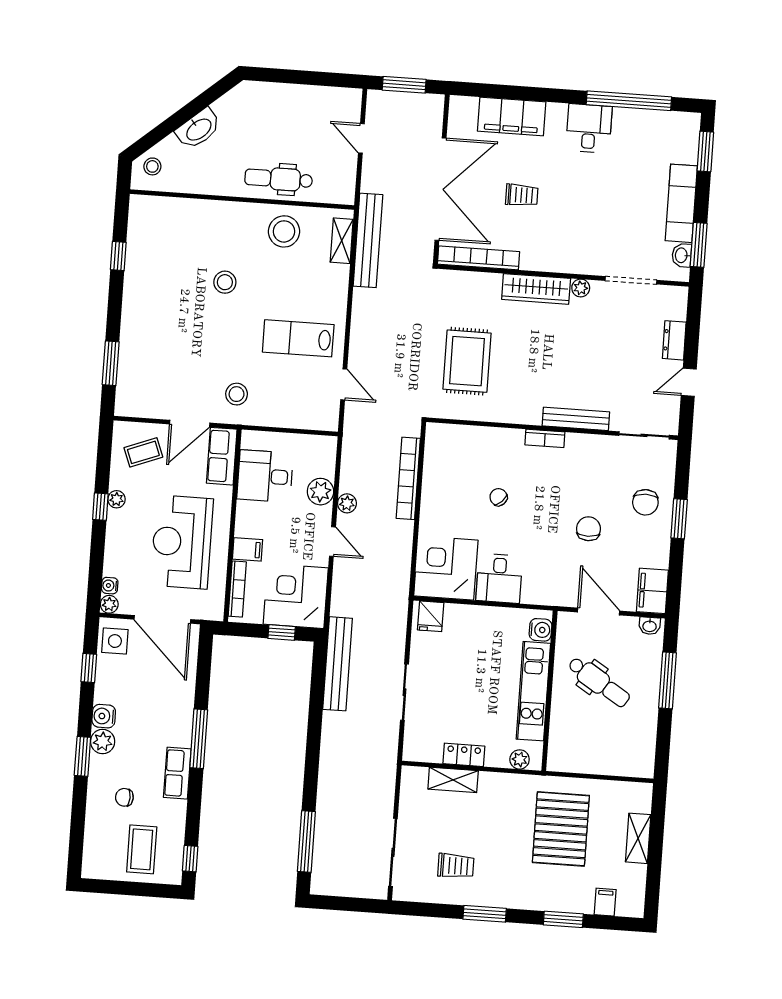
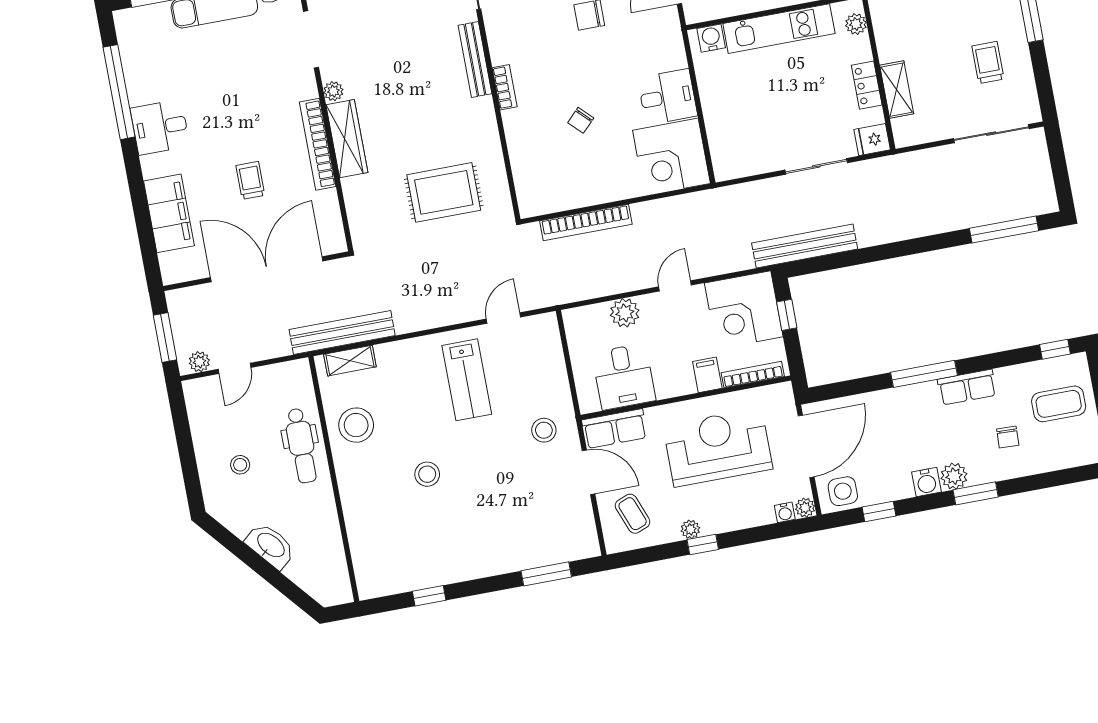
stool: (152, 166) -> (240, 465), moved
bookcase: (479, 258) -> (318, 144), moved
plant: (347, 503) -> (199, 362), moved
reception desk: (182, 542) -> (718, 447), turned 180
fridge: (431, 616) -> (872, 140), moved, turned 180

